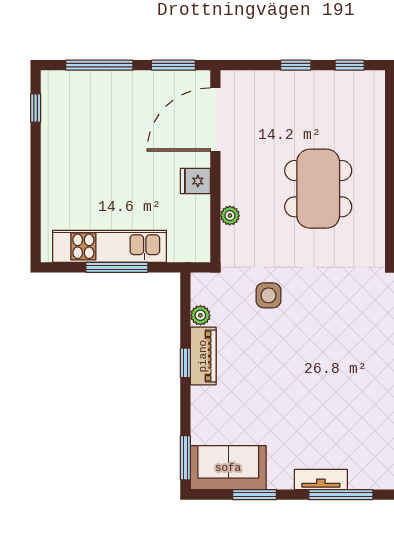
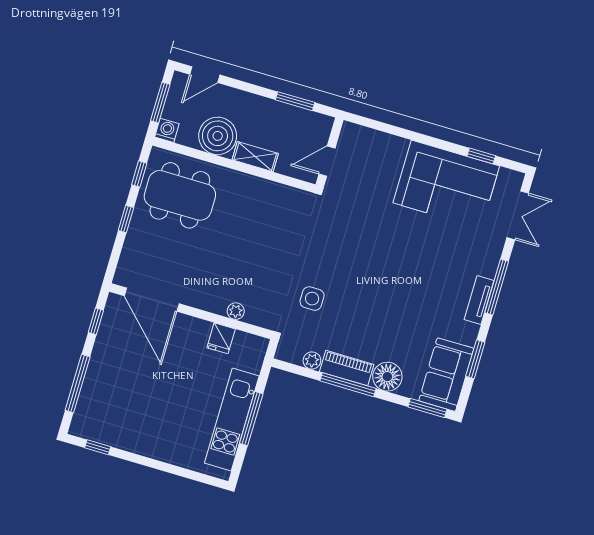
window: (173, 65) -> (96, 321), width x0.67
fridge: (195, 181) -> (221, 338), moved
dining table: (318, 189) -> (180, 195), moved
window: (185, 363) -> (348, 385), width x2.17
floor lamp: (207, 403) -> (387, 377), added

